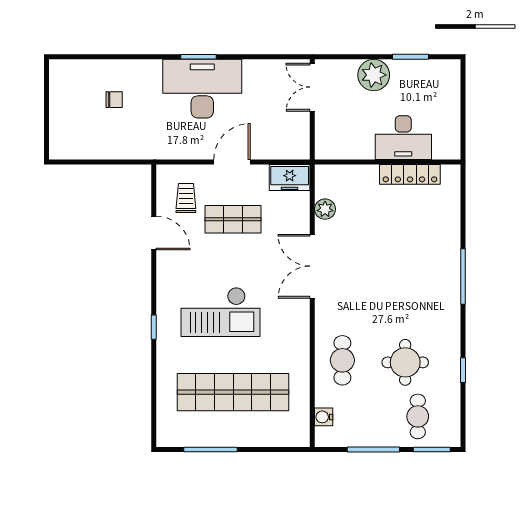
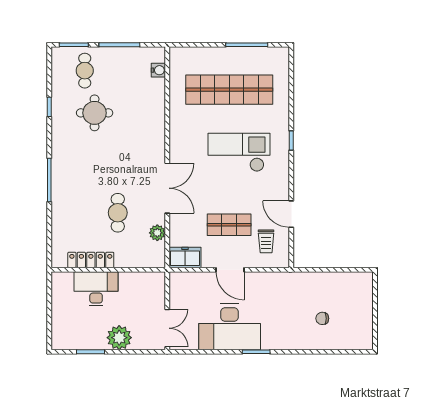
desk: (202, 89) -> (230, 327), moved
door: (232, 162) -> (230, 270), hinge flipped
cafe table: (342, 360) -> (118, 213), moved

